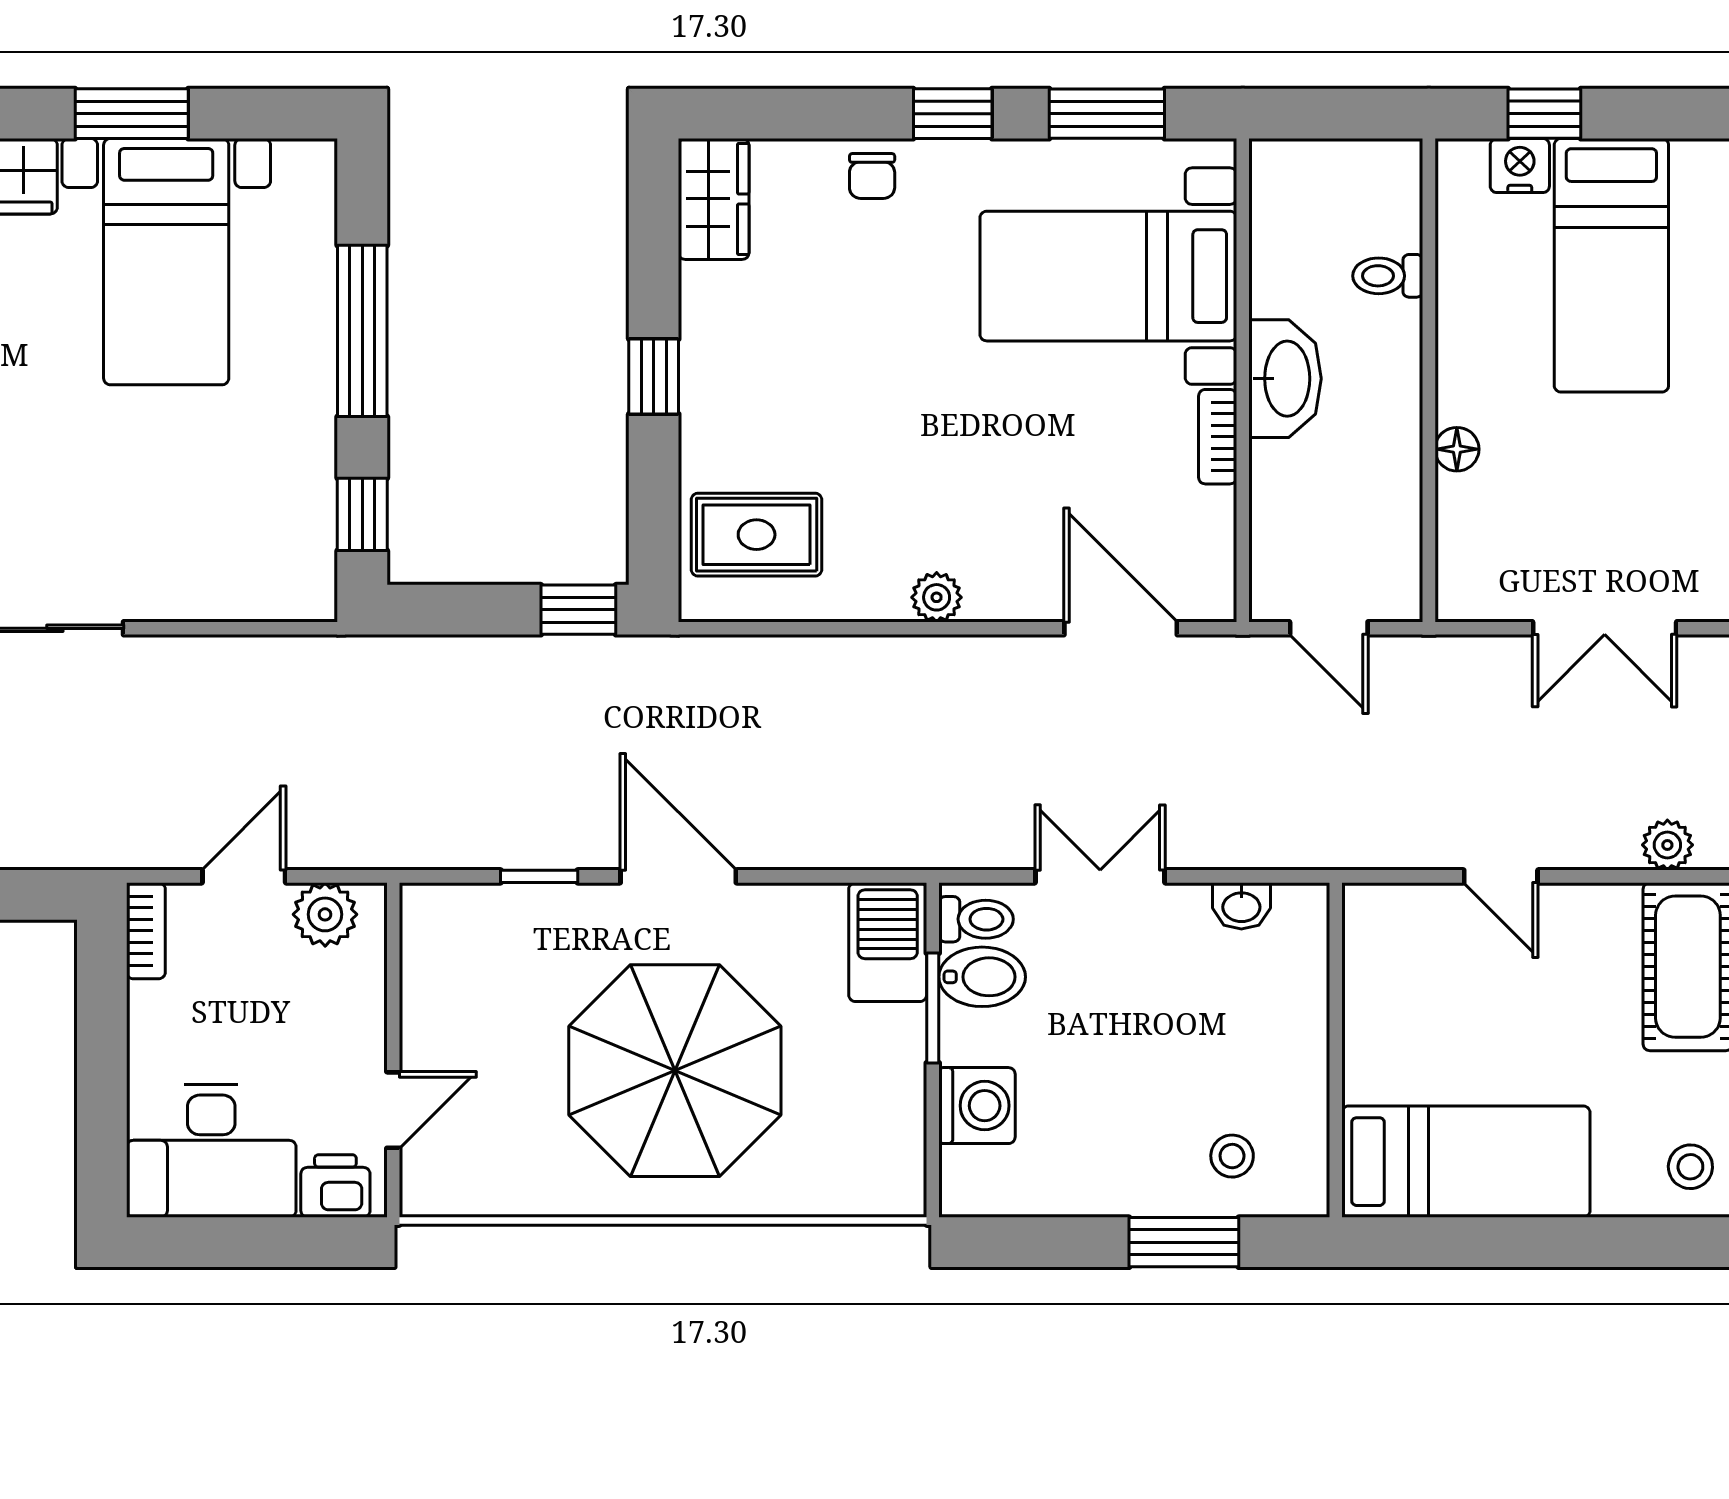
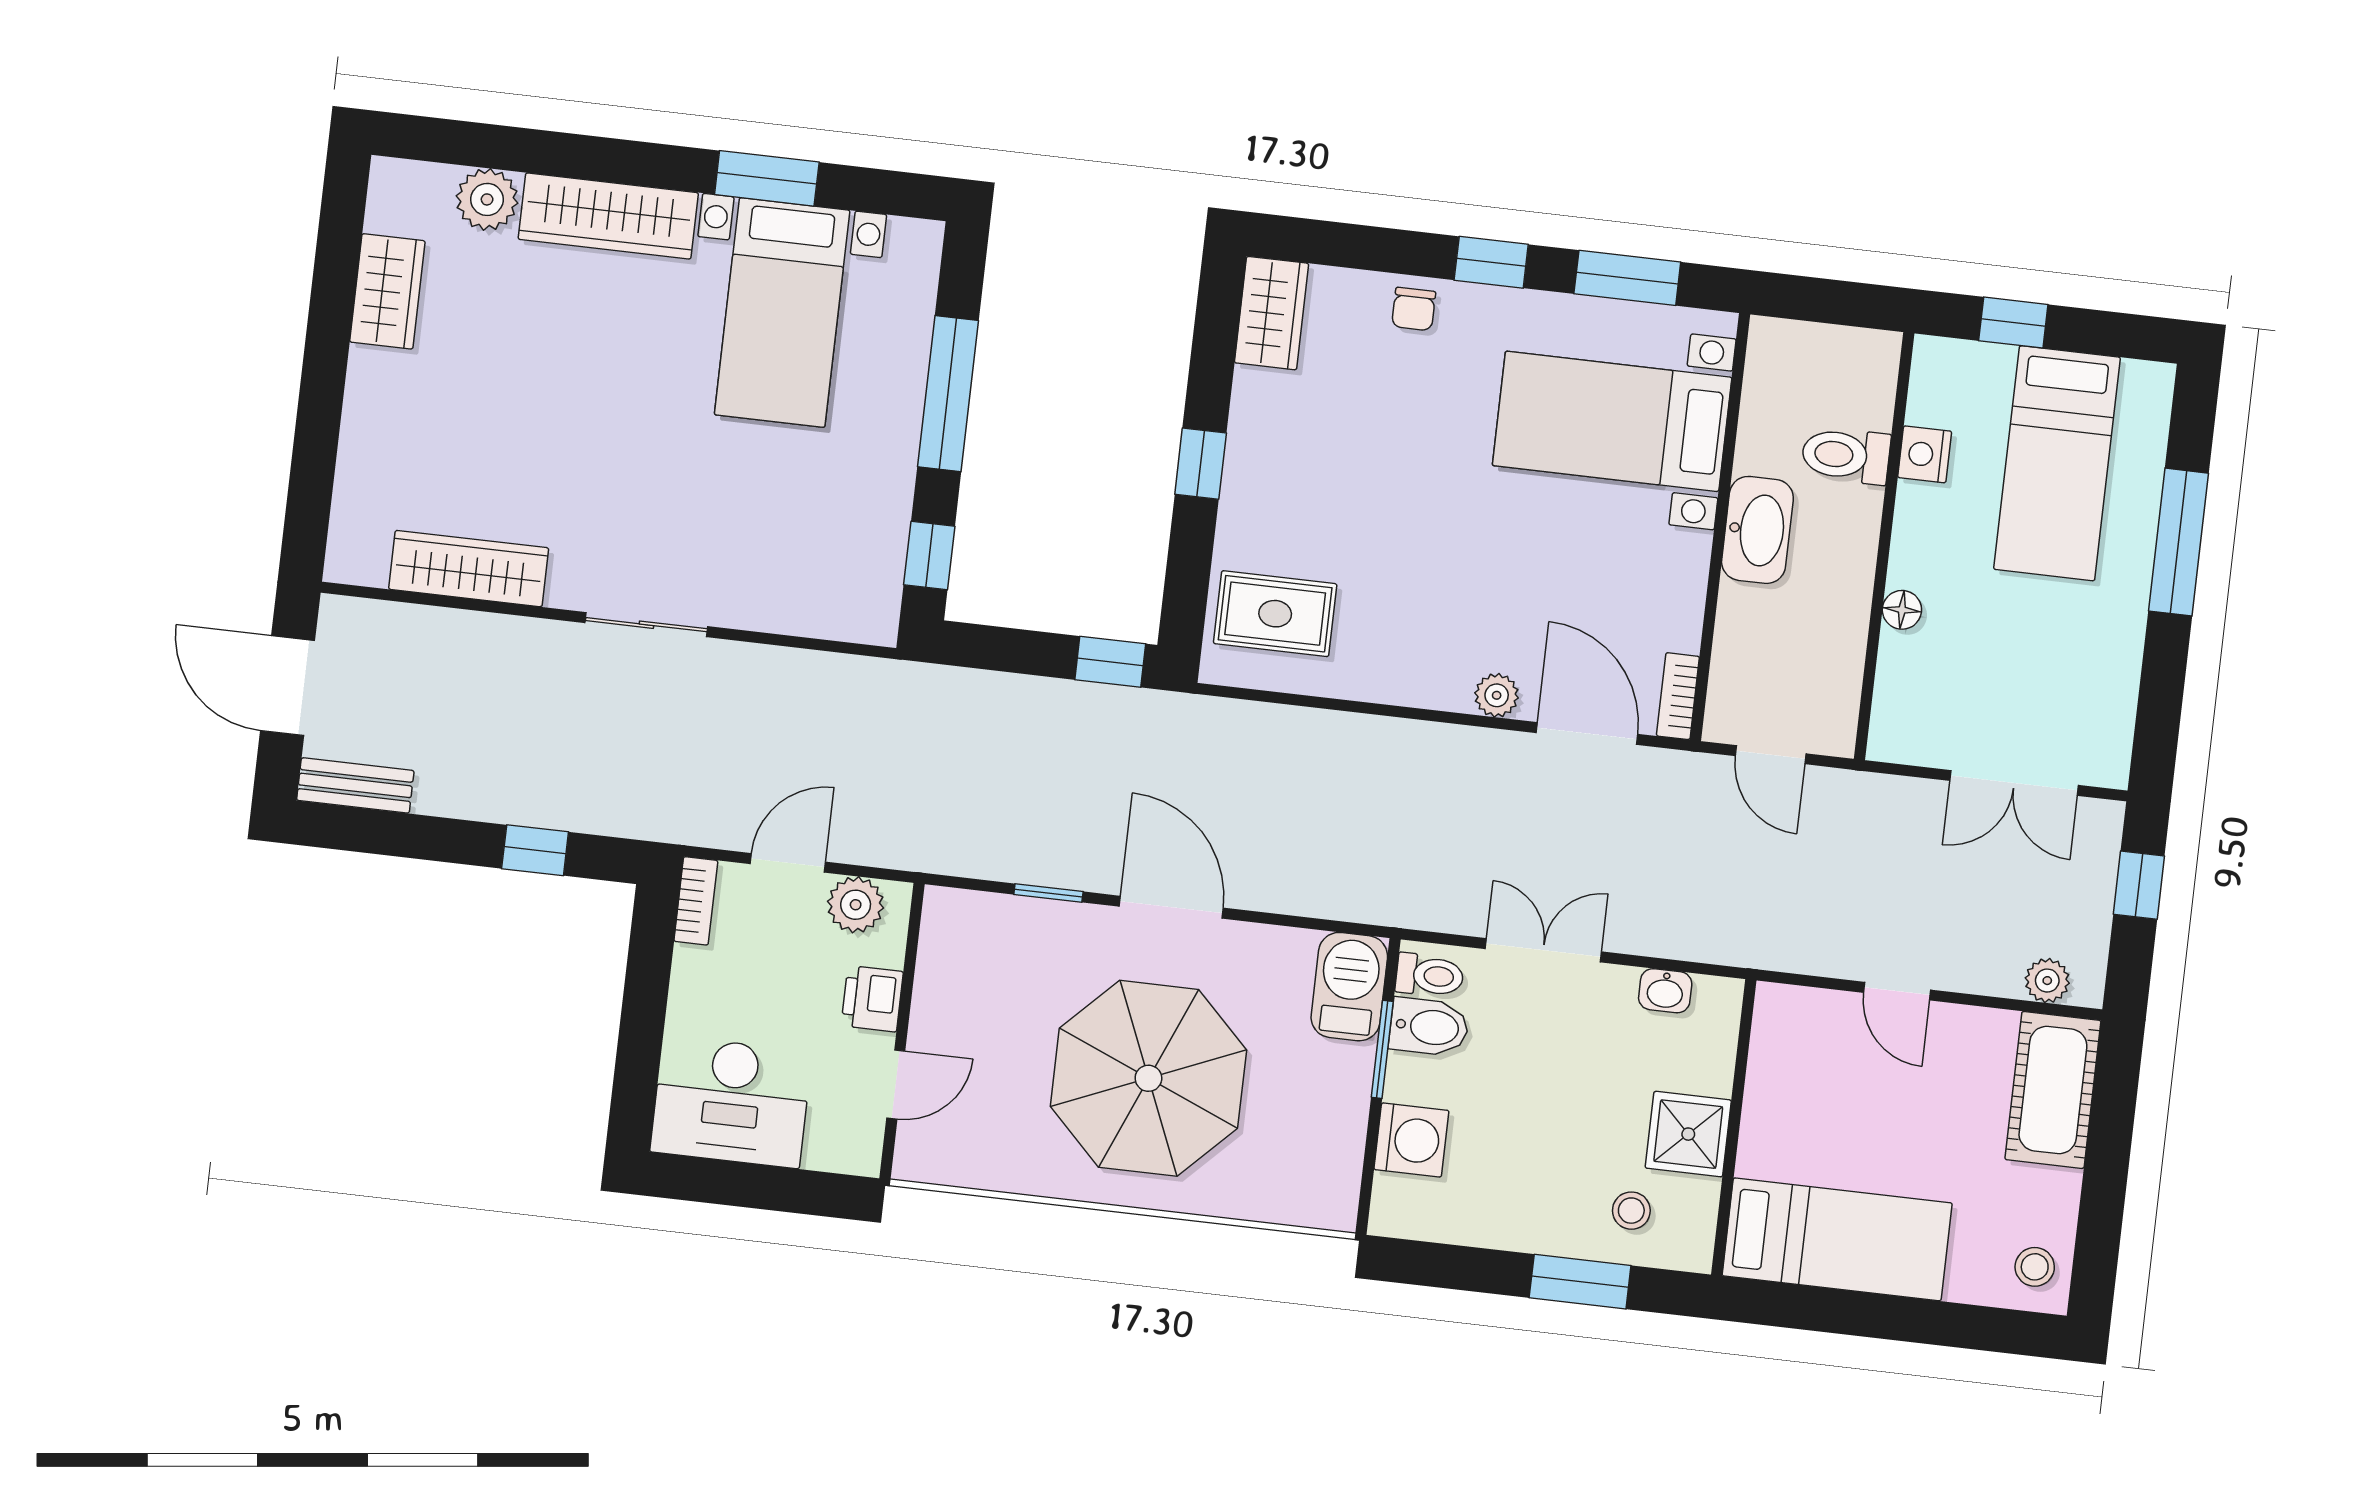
nightstand: (1520, 166) -> (1925, 454), moved, turned -90
toilet: (1388, 276) -> (1846, 455), width x1.37, depth x1.39
bookcase: (1218, 437) -> (1678, 696), moved
plant: (937, 597) -> (1497, 695), moved
shower: (1286, 1063) -> (1688, 1134), added
printer: (335, 1186) -> (872, 999), moved, turned -90

